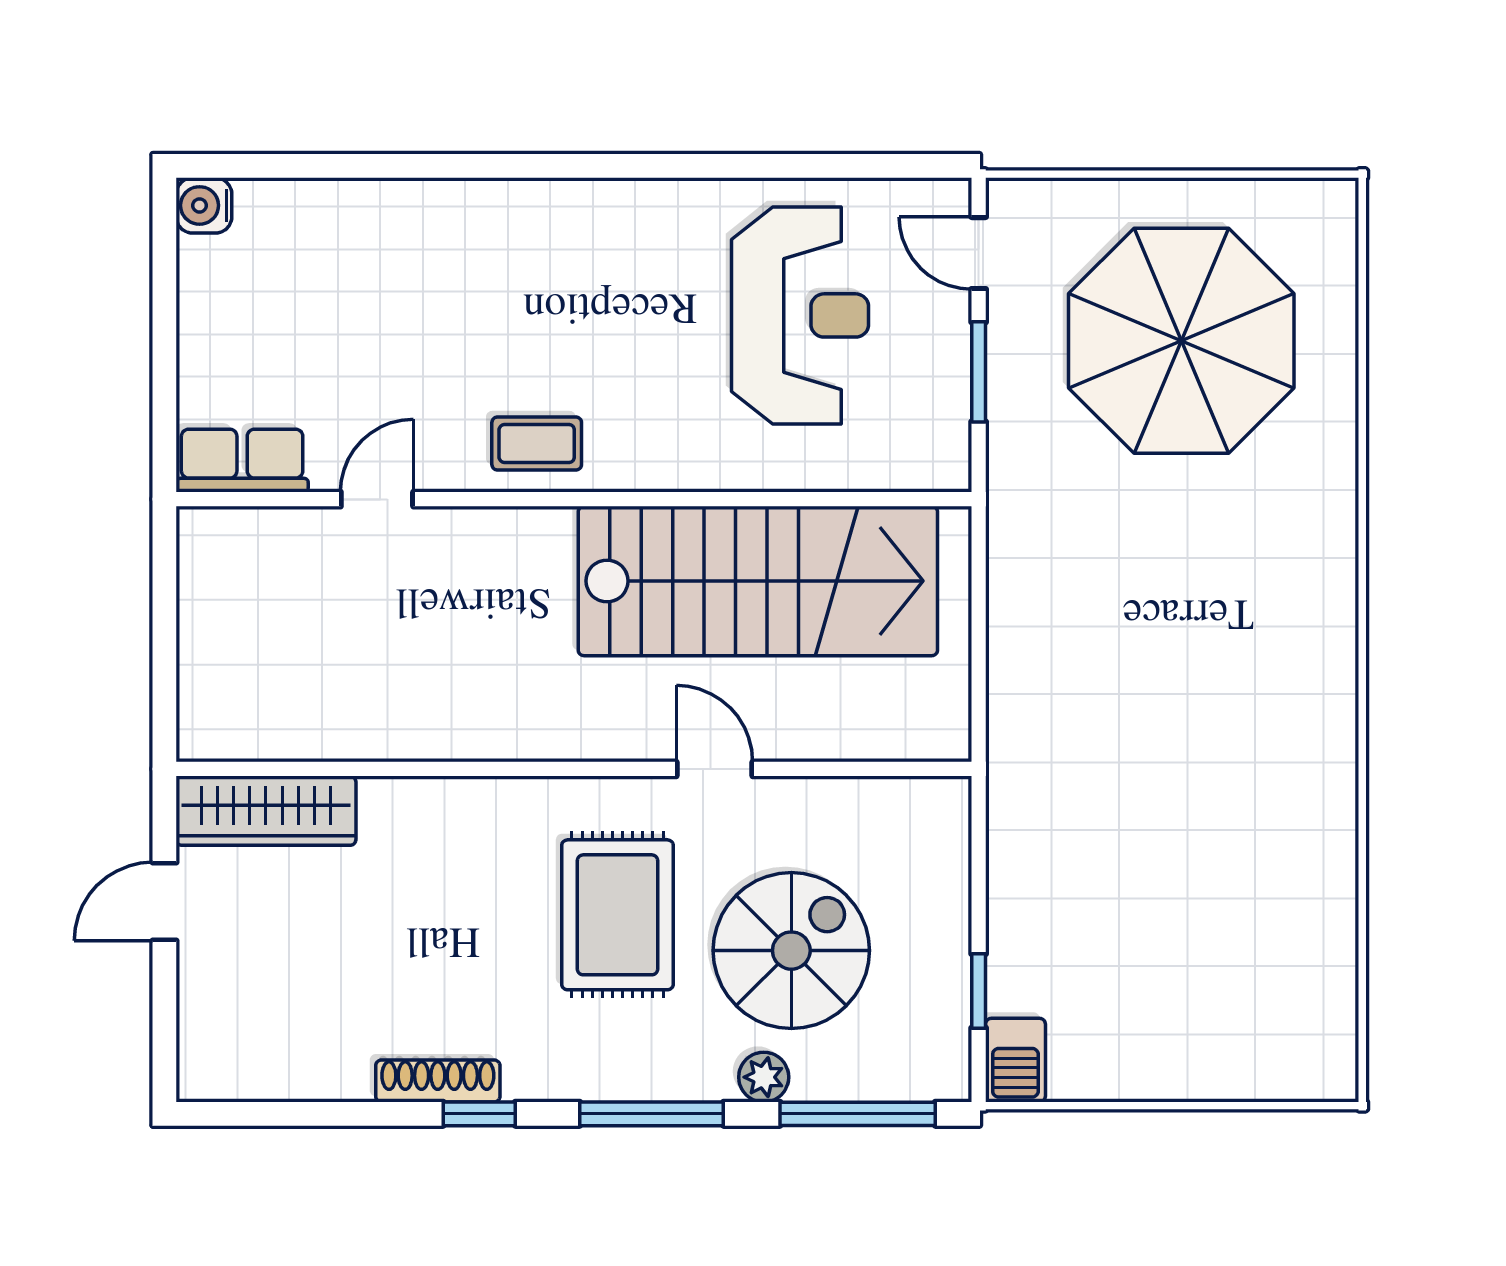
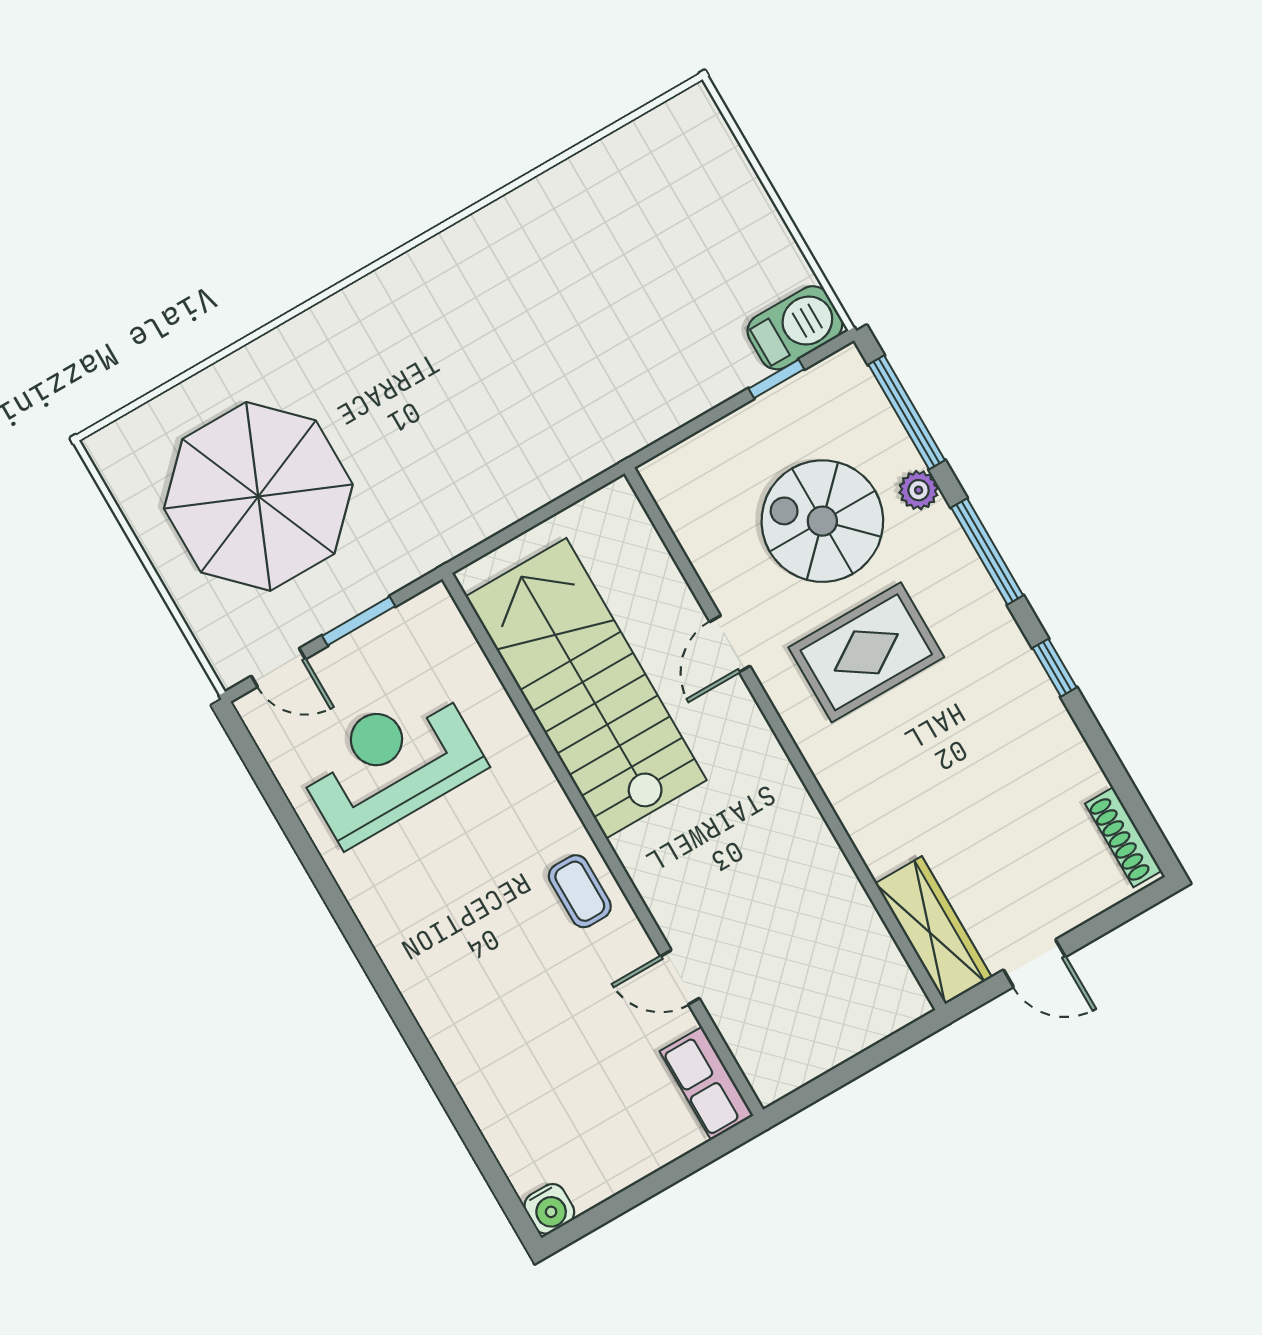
door: (979, 253) -> (278, 667), hinge flipped
barbecue: (1015, 1060) -> (795, 328), width x1.38, depth x1.27
shoe rack: (438, 1081) -> (1123, 837), moved

